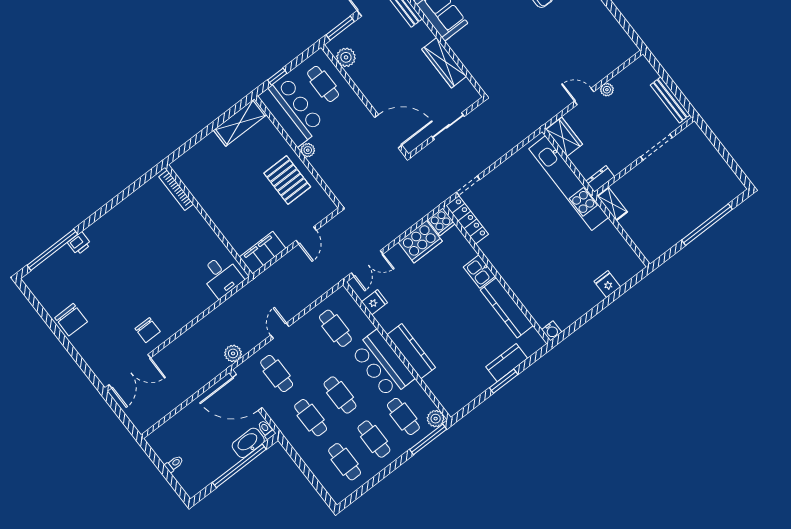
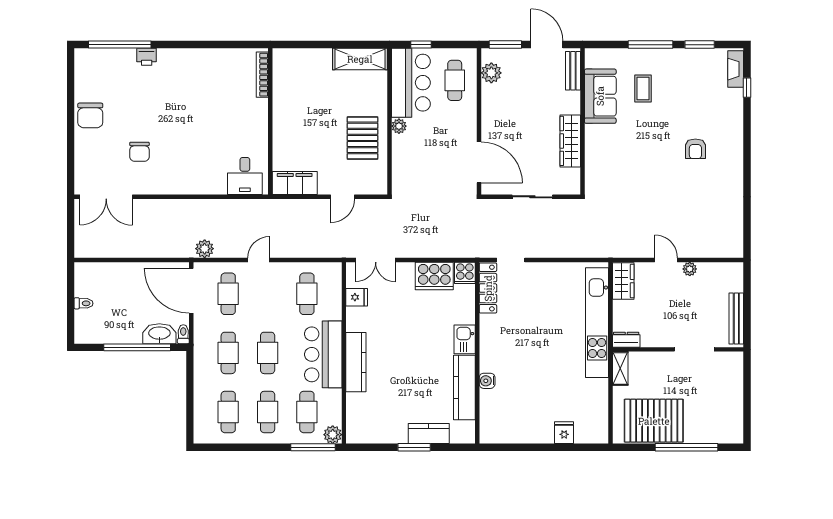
pallet: (667, 223) -> (654, 421), added
chair: (148, 330) -> (139, 152), moved
water cooler: (552, 331) -> (487, 381), moved, turned 90

